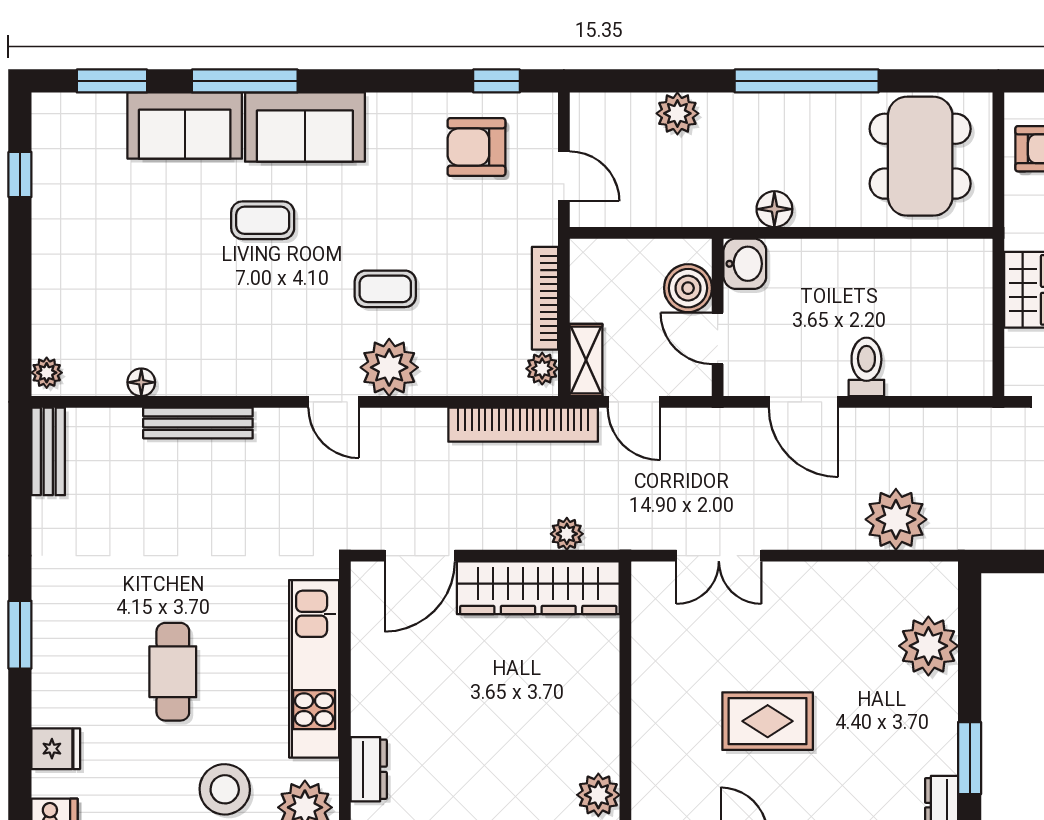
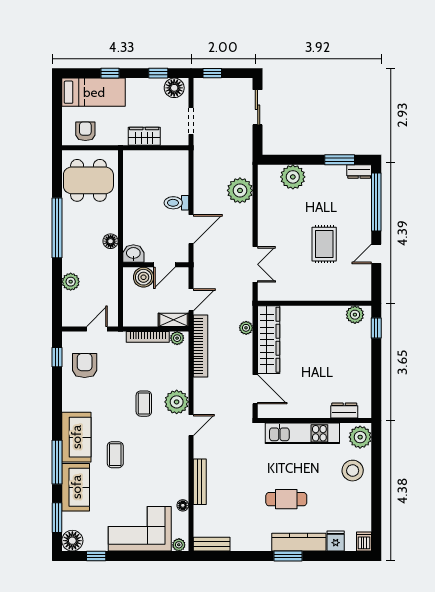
floor lamp: (57, 118) -> (72, 541), added
armchair: (476, 147) -> (85, 366), turned 180
corner sofa: (85, 279) -> (140, 529), added
kitchen counter: (53, 660) -> (299, 542), added
cafe table: (173, 672) -> (286, 499), moved

